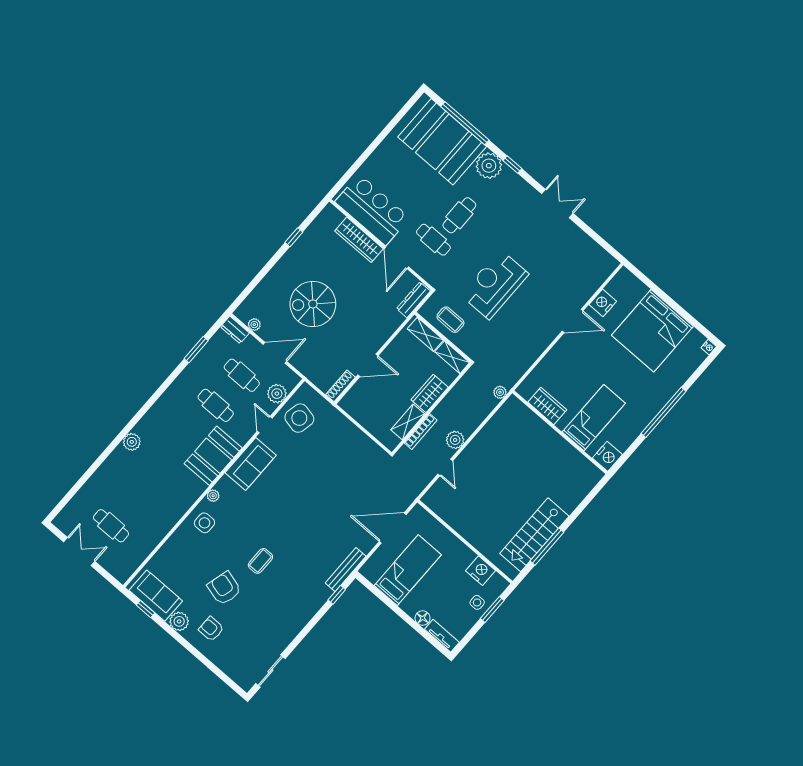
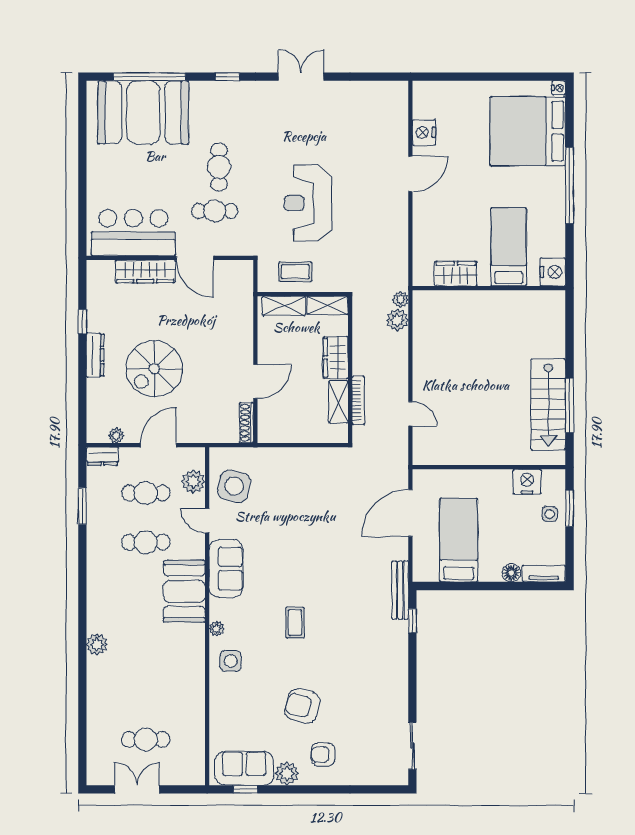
plant: (489, 166) -> (206, 97), removed
dresser: (413, 300) -> (95, 355), moved, turned 180
bed: (652, 331) -> (528, 131), moved, turned 90
plant: (455, 440) -> (397, 320), moved
coffee table: (260, 561) -> (295, 623), moved

